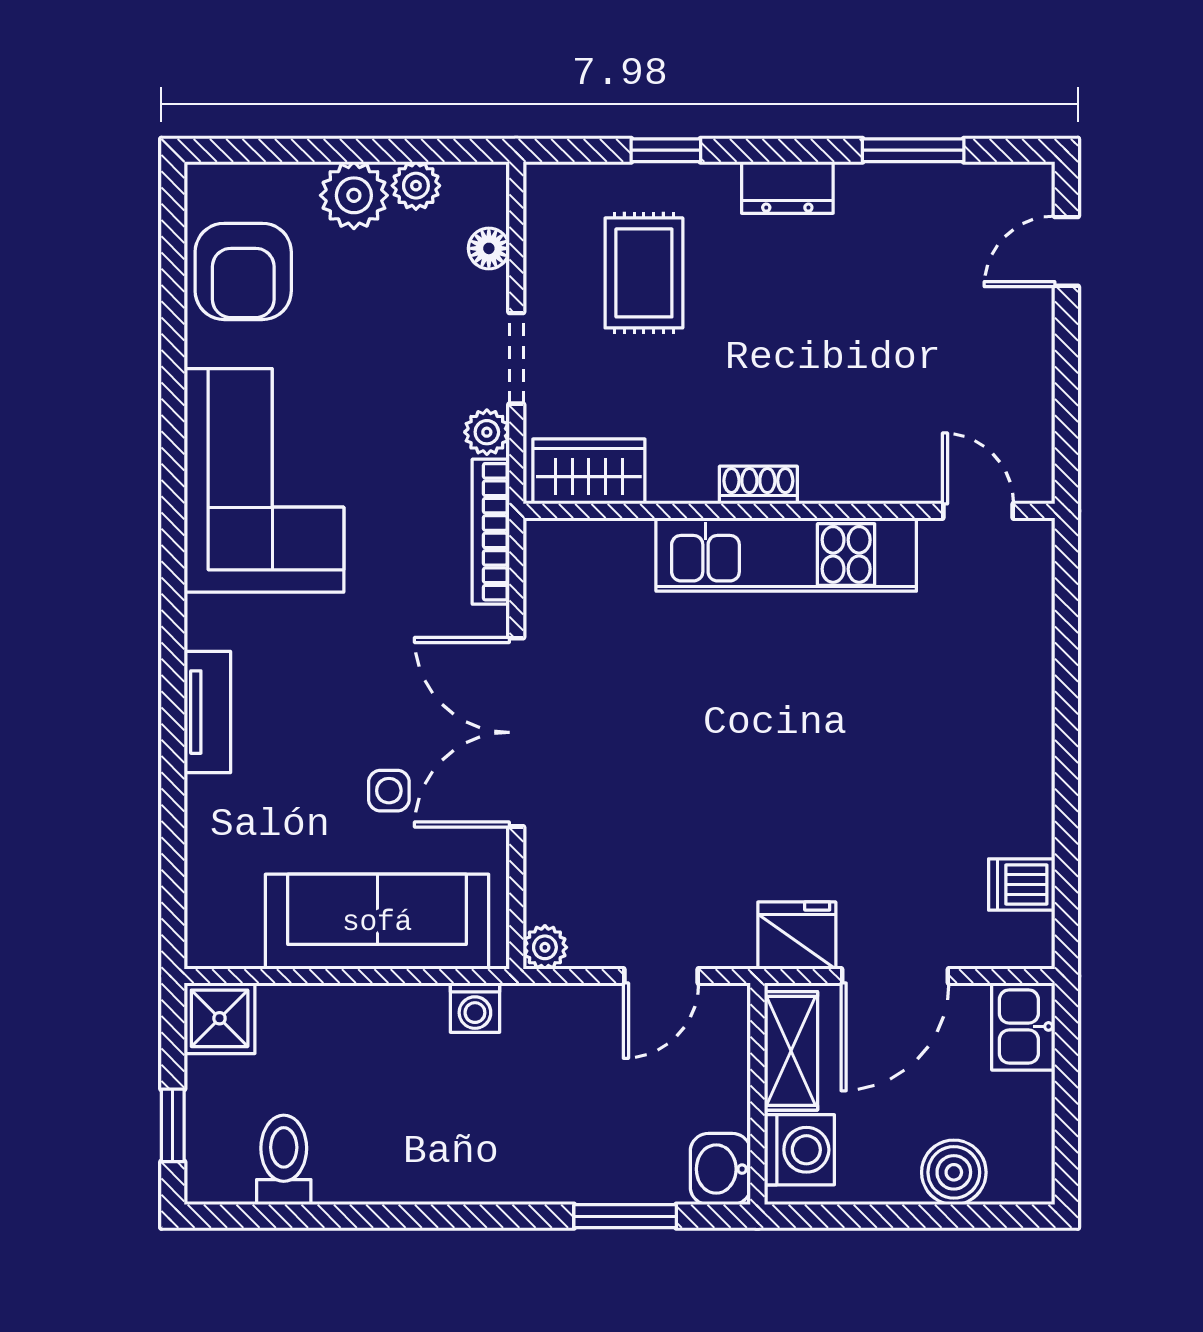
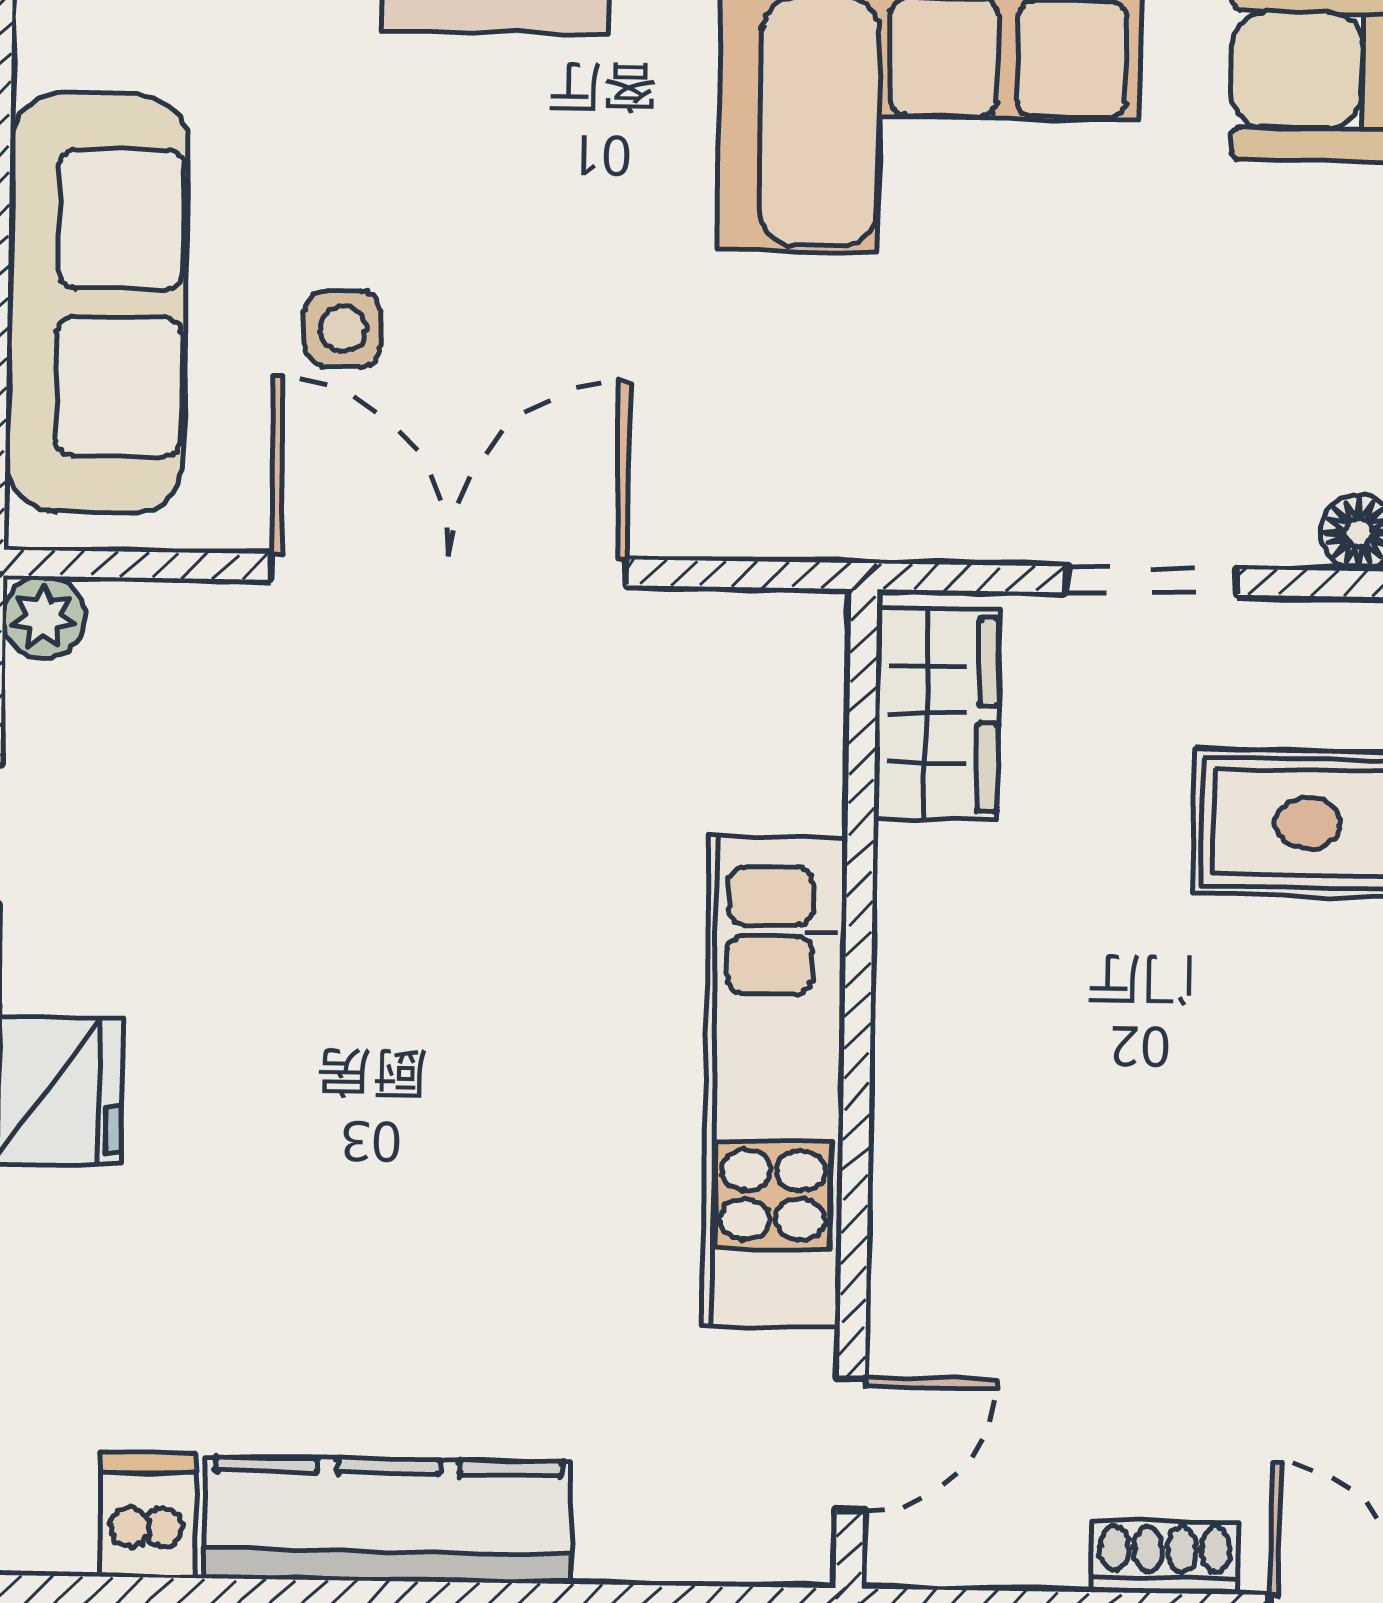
plant: (487, 432) -> (1013, 523), removed
shoe rack: (758, 485) -> (1165, 1558), moved, turned -90
bookcase: (491, 532) -> (826, 528), removed
kitchen counter: (1022, 757) -> (388, 1520), added

